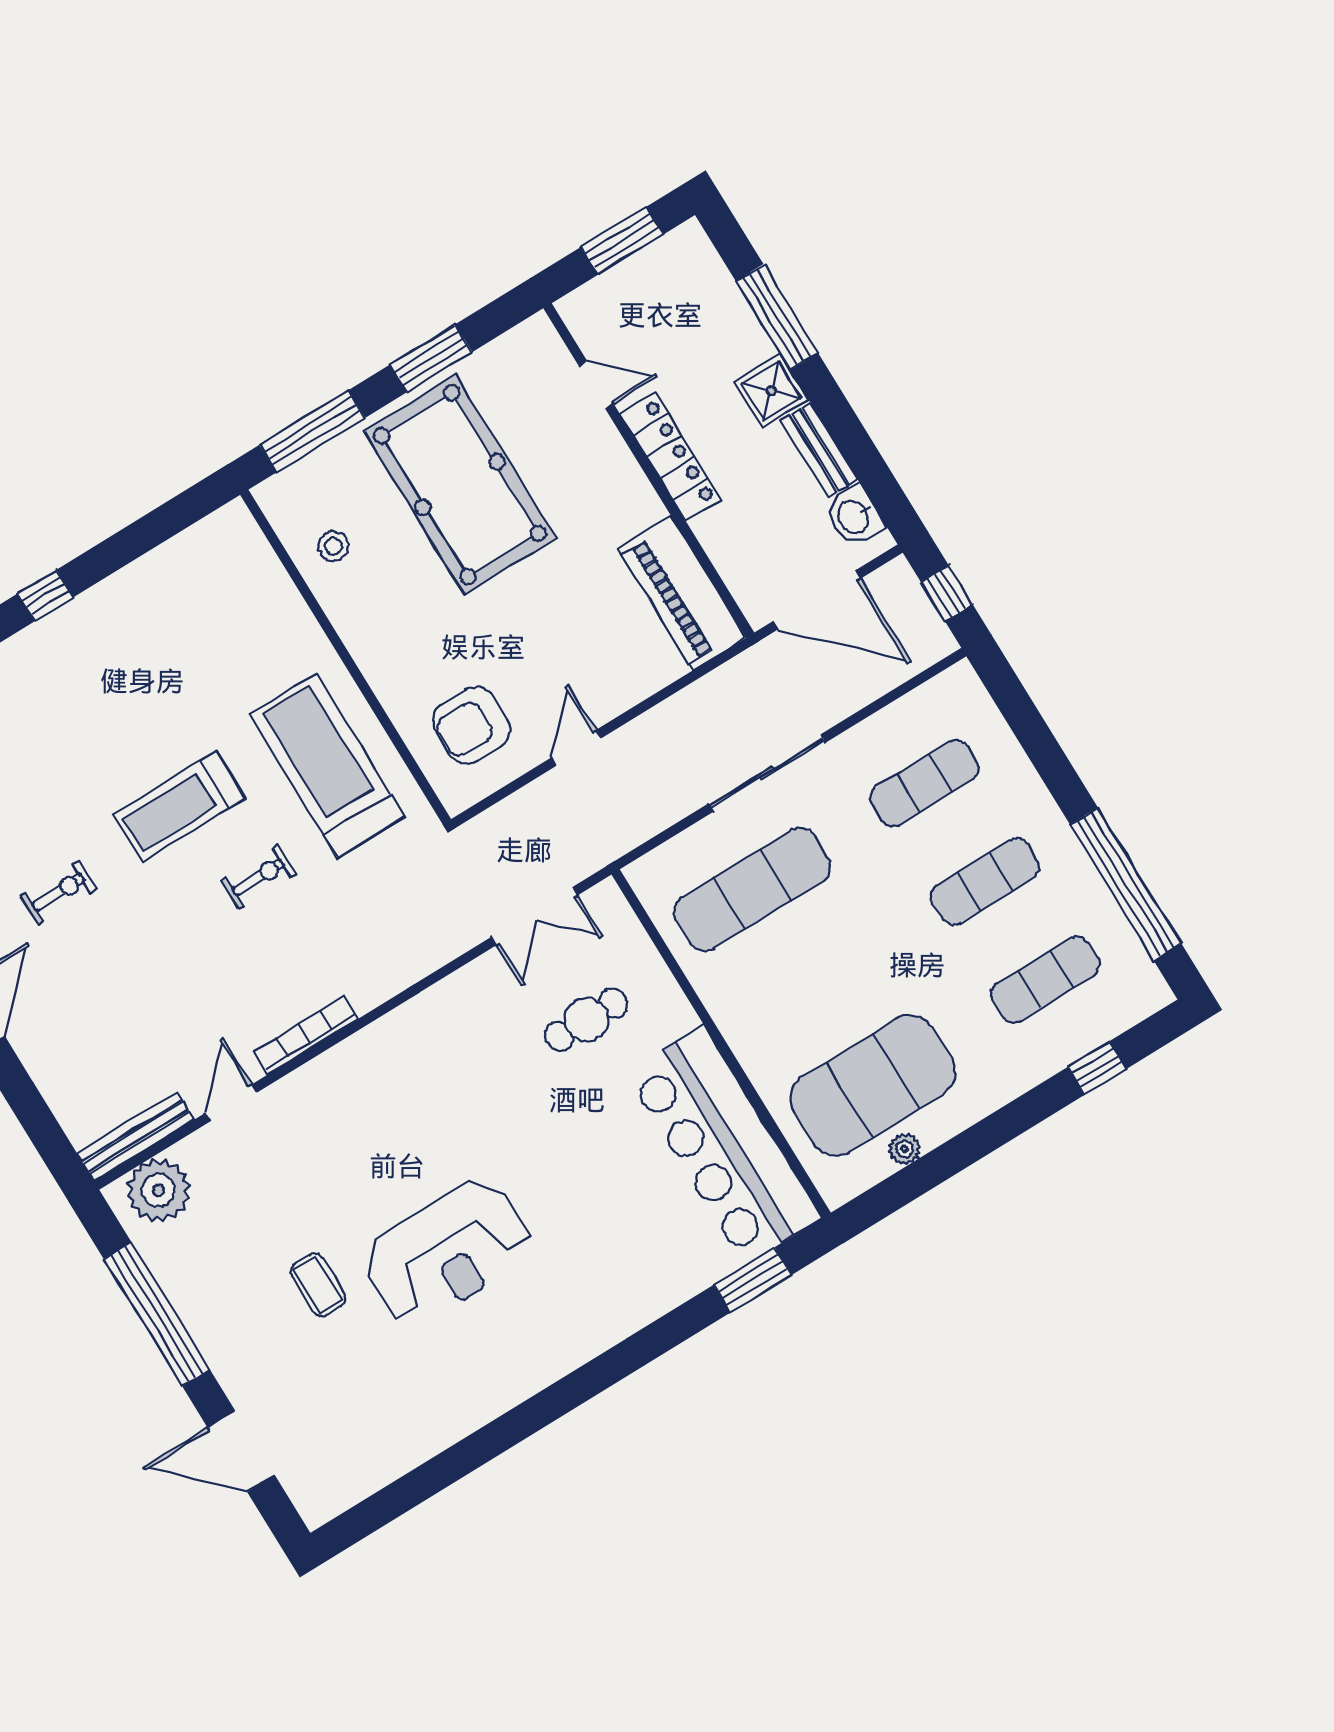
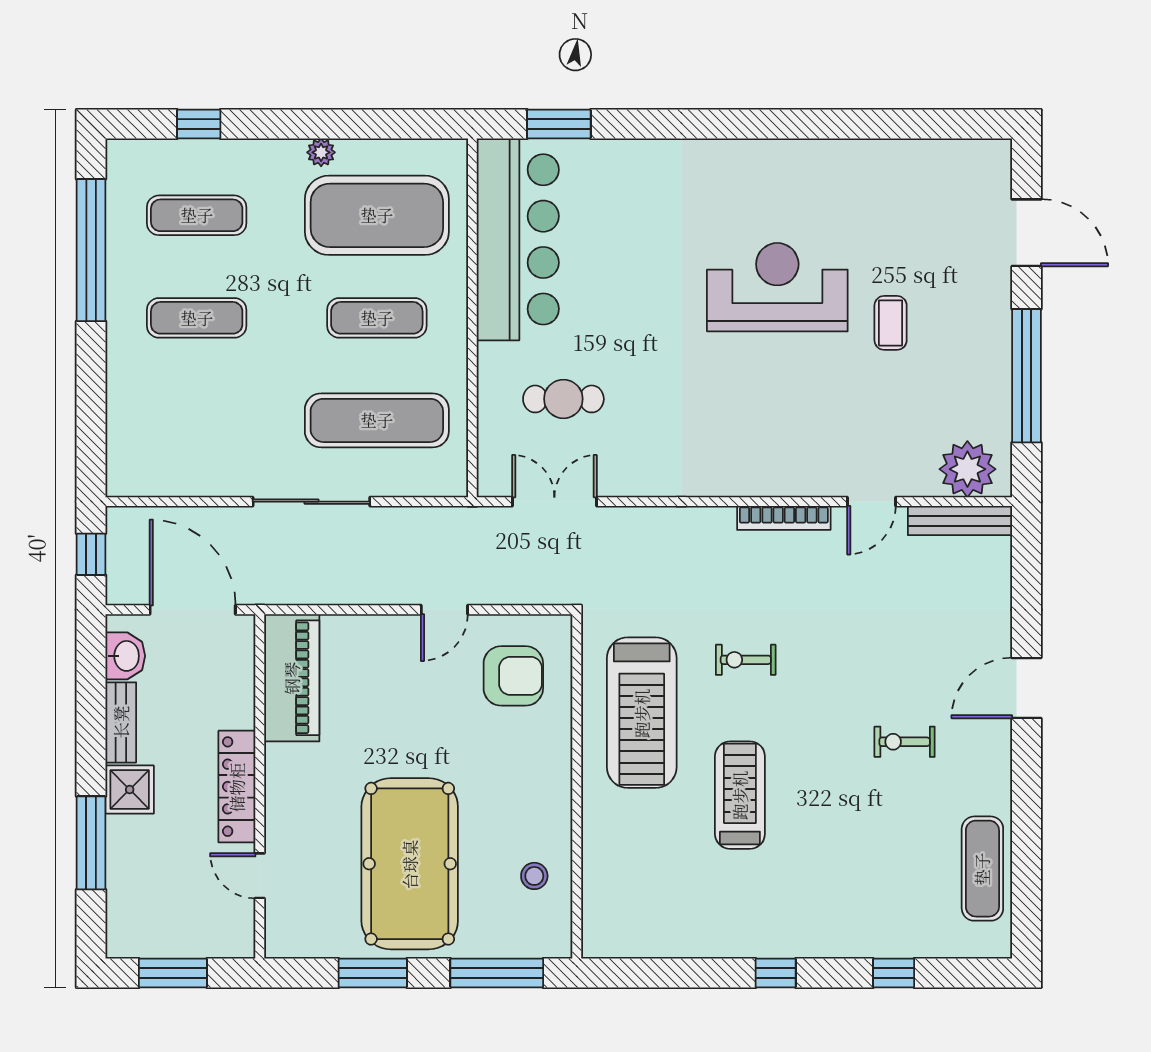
exercise mat: (925, 783) -> (377, 318), moved
treadmill: (179, 806) -> (740, 795), moved, turned -90
plant: (905, 1149) -> (321, 152), moved

